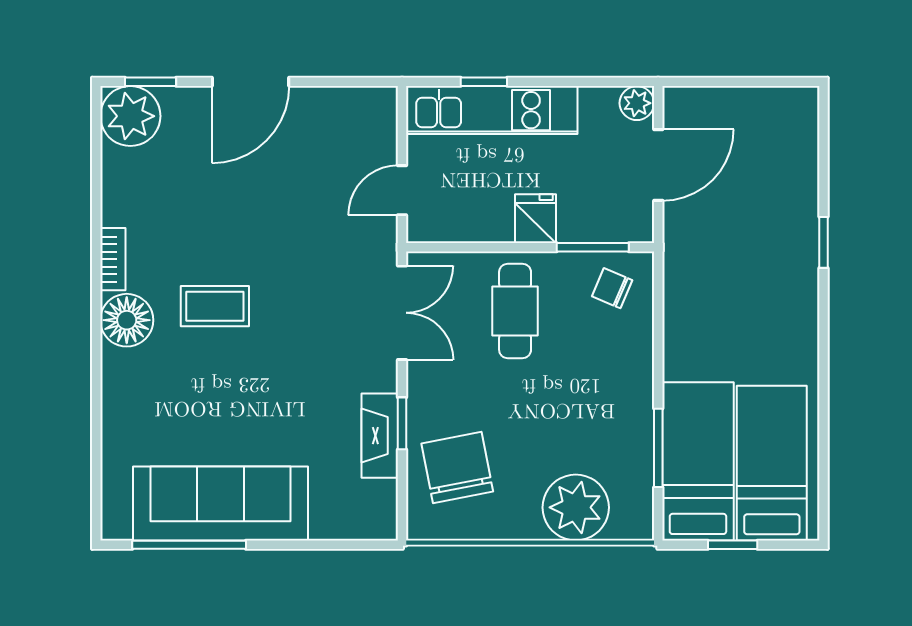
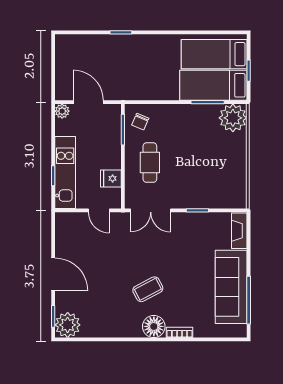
fridge: (536, 219) -> (111, 178), moved
bookcase: (113, 259) -> (179, 332), moved
coffee table: (215, 306) -> (148, 289), turned 62
cafe table: (515, 311) -> (150, 163), turned 90
double door: (402, 313) -> (151, 210), swing flipped
fireplace: (380, 436) -> (239, 231), moved, turned 90
chair: (457, 467) -> (216, 187), removed
plant: (576, 507) -> (233, 118), moved

